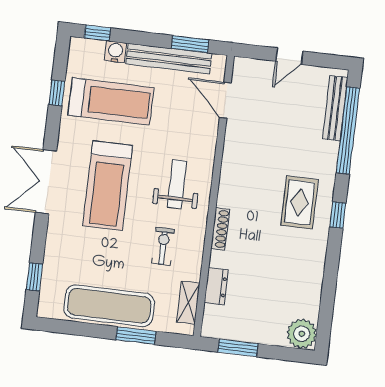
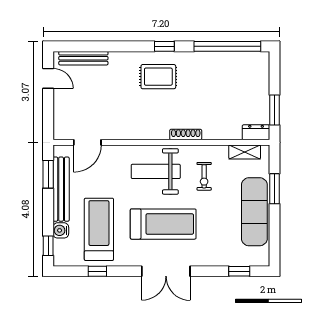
door: (289, 56) -> (48, 78), moved
window: (348, 130) -> (227, 46), moved
weight bench: (177, 184) -> (156, 171), width x1.36, depth x1.33
exercise bike: (163, 246) -> (204, 176), turned -90
dresser: (216, 286) -> (256, 132), moved
plant: (302, 334) -> (258, 63), removed

